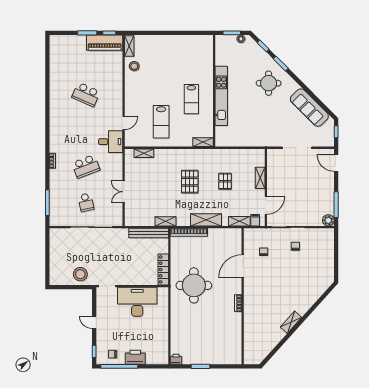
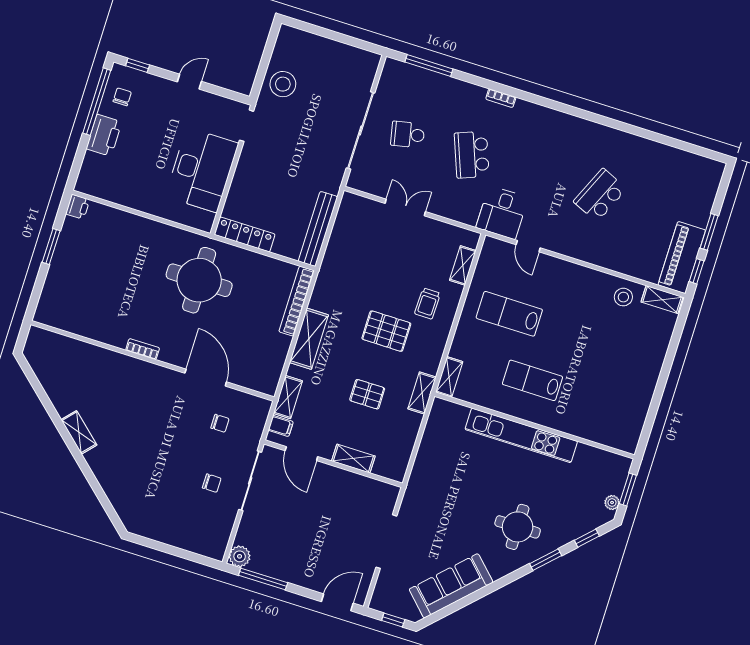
trolley: (169, 165) -> (427, 304), added
shelving: (166, 221) -> (422, 393), moved

